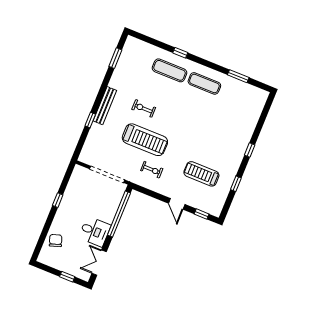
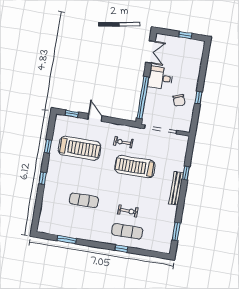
exercise mat: (204, 83) -> (84, 200), moved
exercise bike: (144, 108) -> (128, 211), moved
treadmill: (201, 174) -> (80, 148), width x1.37, depth x1.38
chair: (56, 241) -> (179, 100), moved
window: (67, 277) -> (185, 35), moved

